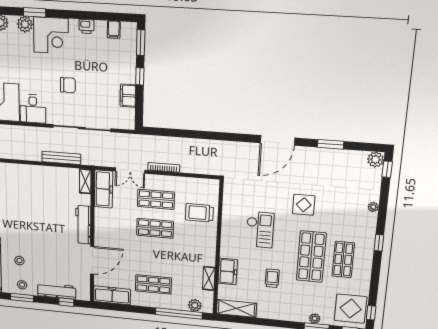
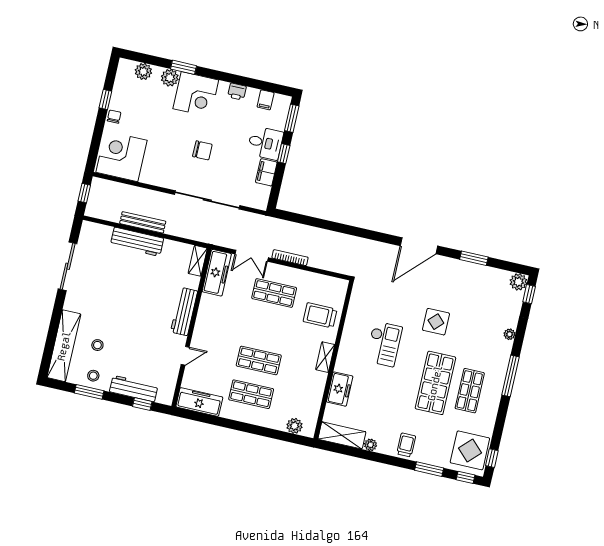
desk: (33, 109) -> (265, 143), moved, turned -90
bench: (61, 158) -> (143, 222), moved
workbench: (31, 173) -> (137, 242), added
shop shelf: (155, 228) -> (259, 360), moved
window: (379, 243) -> (511, 376), width x2.17
door: (92, 260) -> (185, 356), width x0.53
trolley: (272, 278) -> (406, 445), moved
shelving: (209, 279) -> (325, 357), moved
window: (179, 313) -> (274, 434), removed
plant: (315, 318) -> (371, 445), moved

